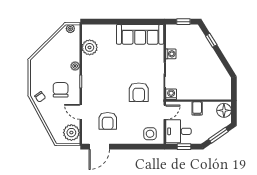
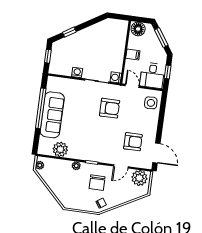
window: (129, 22) -> (41, 108), added
sofa: (140, 34) -> (52, 115), moved
chair: (61, 90) -> (97, 183), turned -90

